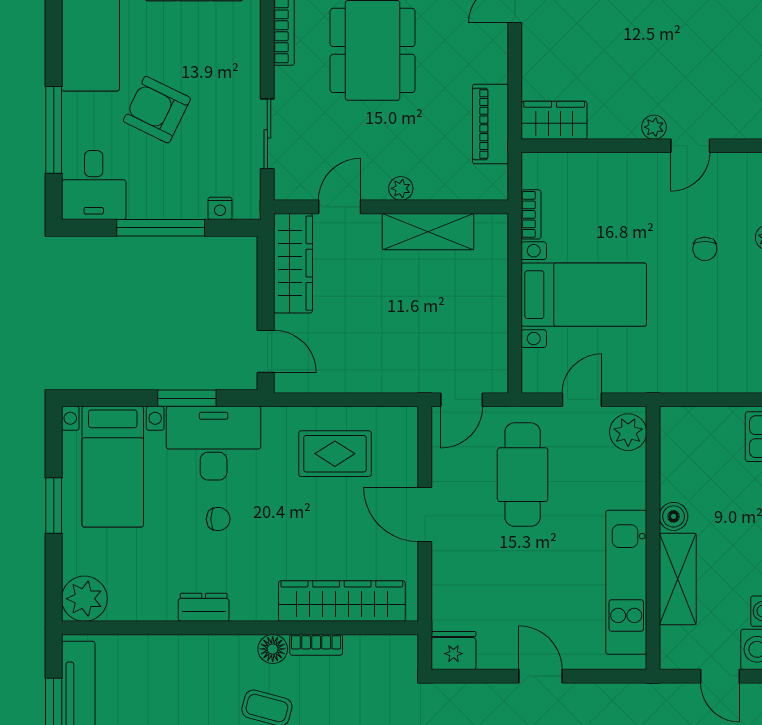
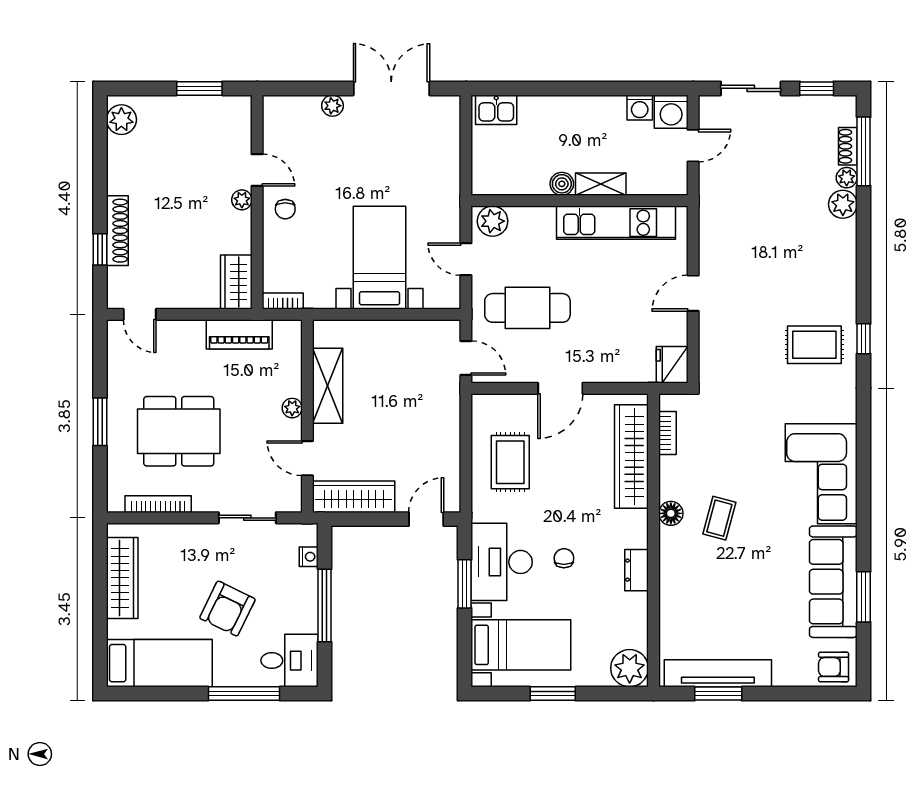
bookcase: (531, 214) -> (283, 301), moved
chair: (705, 249) -> (285, 209), moved, turned 90
shelving: (678, 579) -> (601, 184), width x0.67, depth x0.75
bookcase: (316, 645) -> (667, 433), moved

